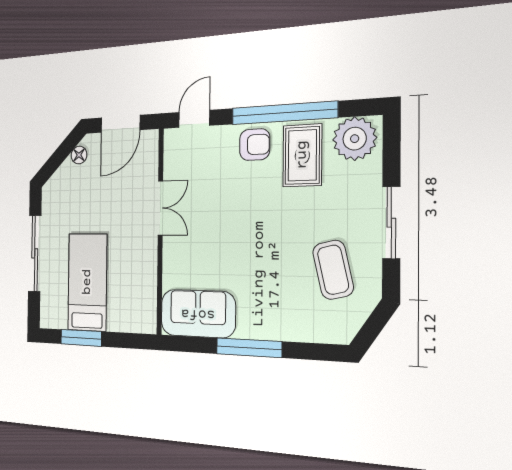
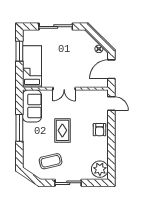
window: (284, 113) -> (111, 142), removed
door: (120, 124) -> (111, 69), hinge flipped
rug: (302, 155) -> (62, 130), moved, turned 90
double door: (160, 208) -> (64, 89), moved
bed: (87, 282) -> (32, 67), moved, turned -90

